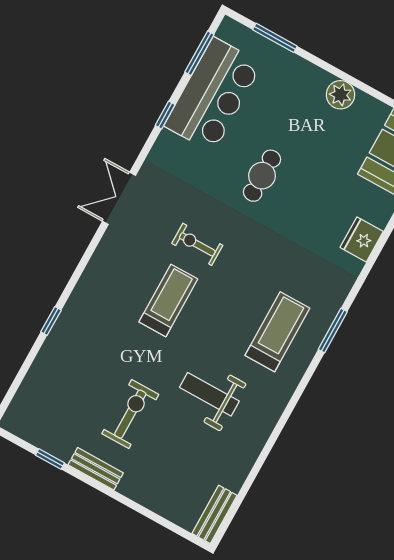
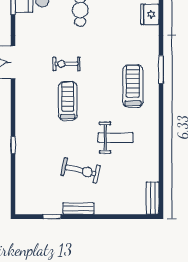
weight bench: (209, 394) -> (116, 138), turned 180
exercise bike: (130, 414) -> (80, 170), turned 103

